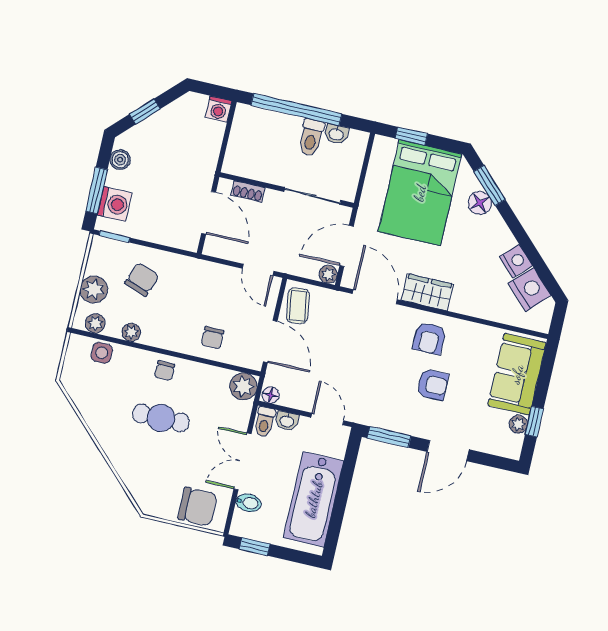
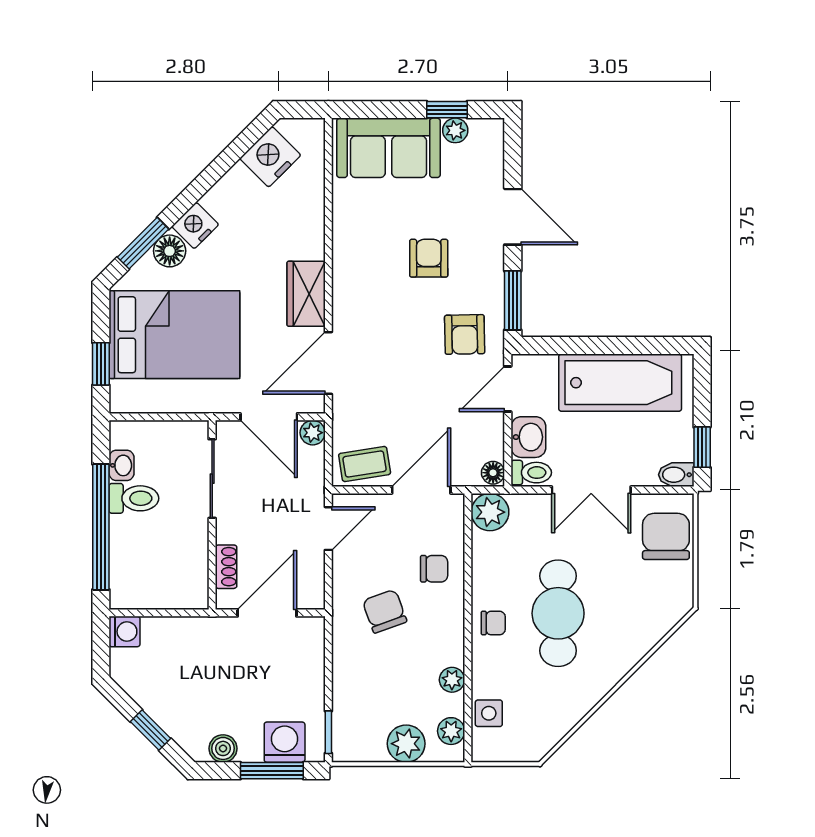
nightstand: (516, 261) -> (195, 226), moved
chair: (142, 279) -> (385, 611), moved, turned 50
armchair: (429, 338) -> (465, 334), moved, turned 89
cafe table: (161, 418) -> (558, 613), width x1.37, depth x1.35
washbasin: (287, 421) -> (528, 437), width x1.38, depth x1.45
bidet: (249, 503) -> (676, 475), moved, turned -90

